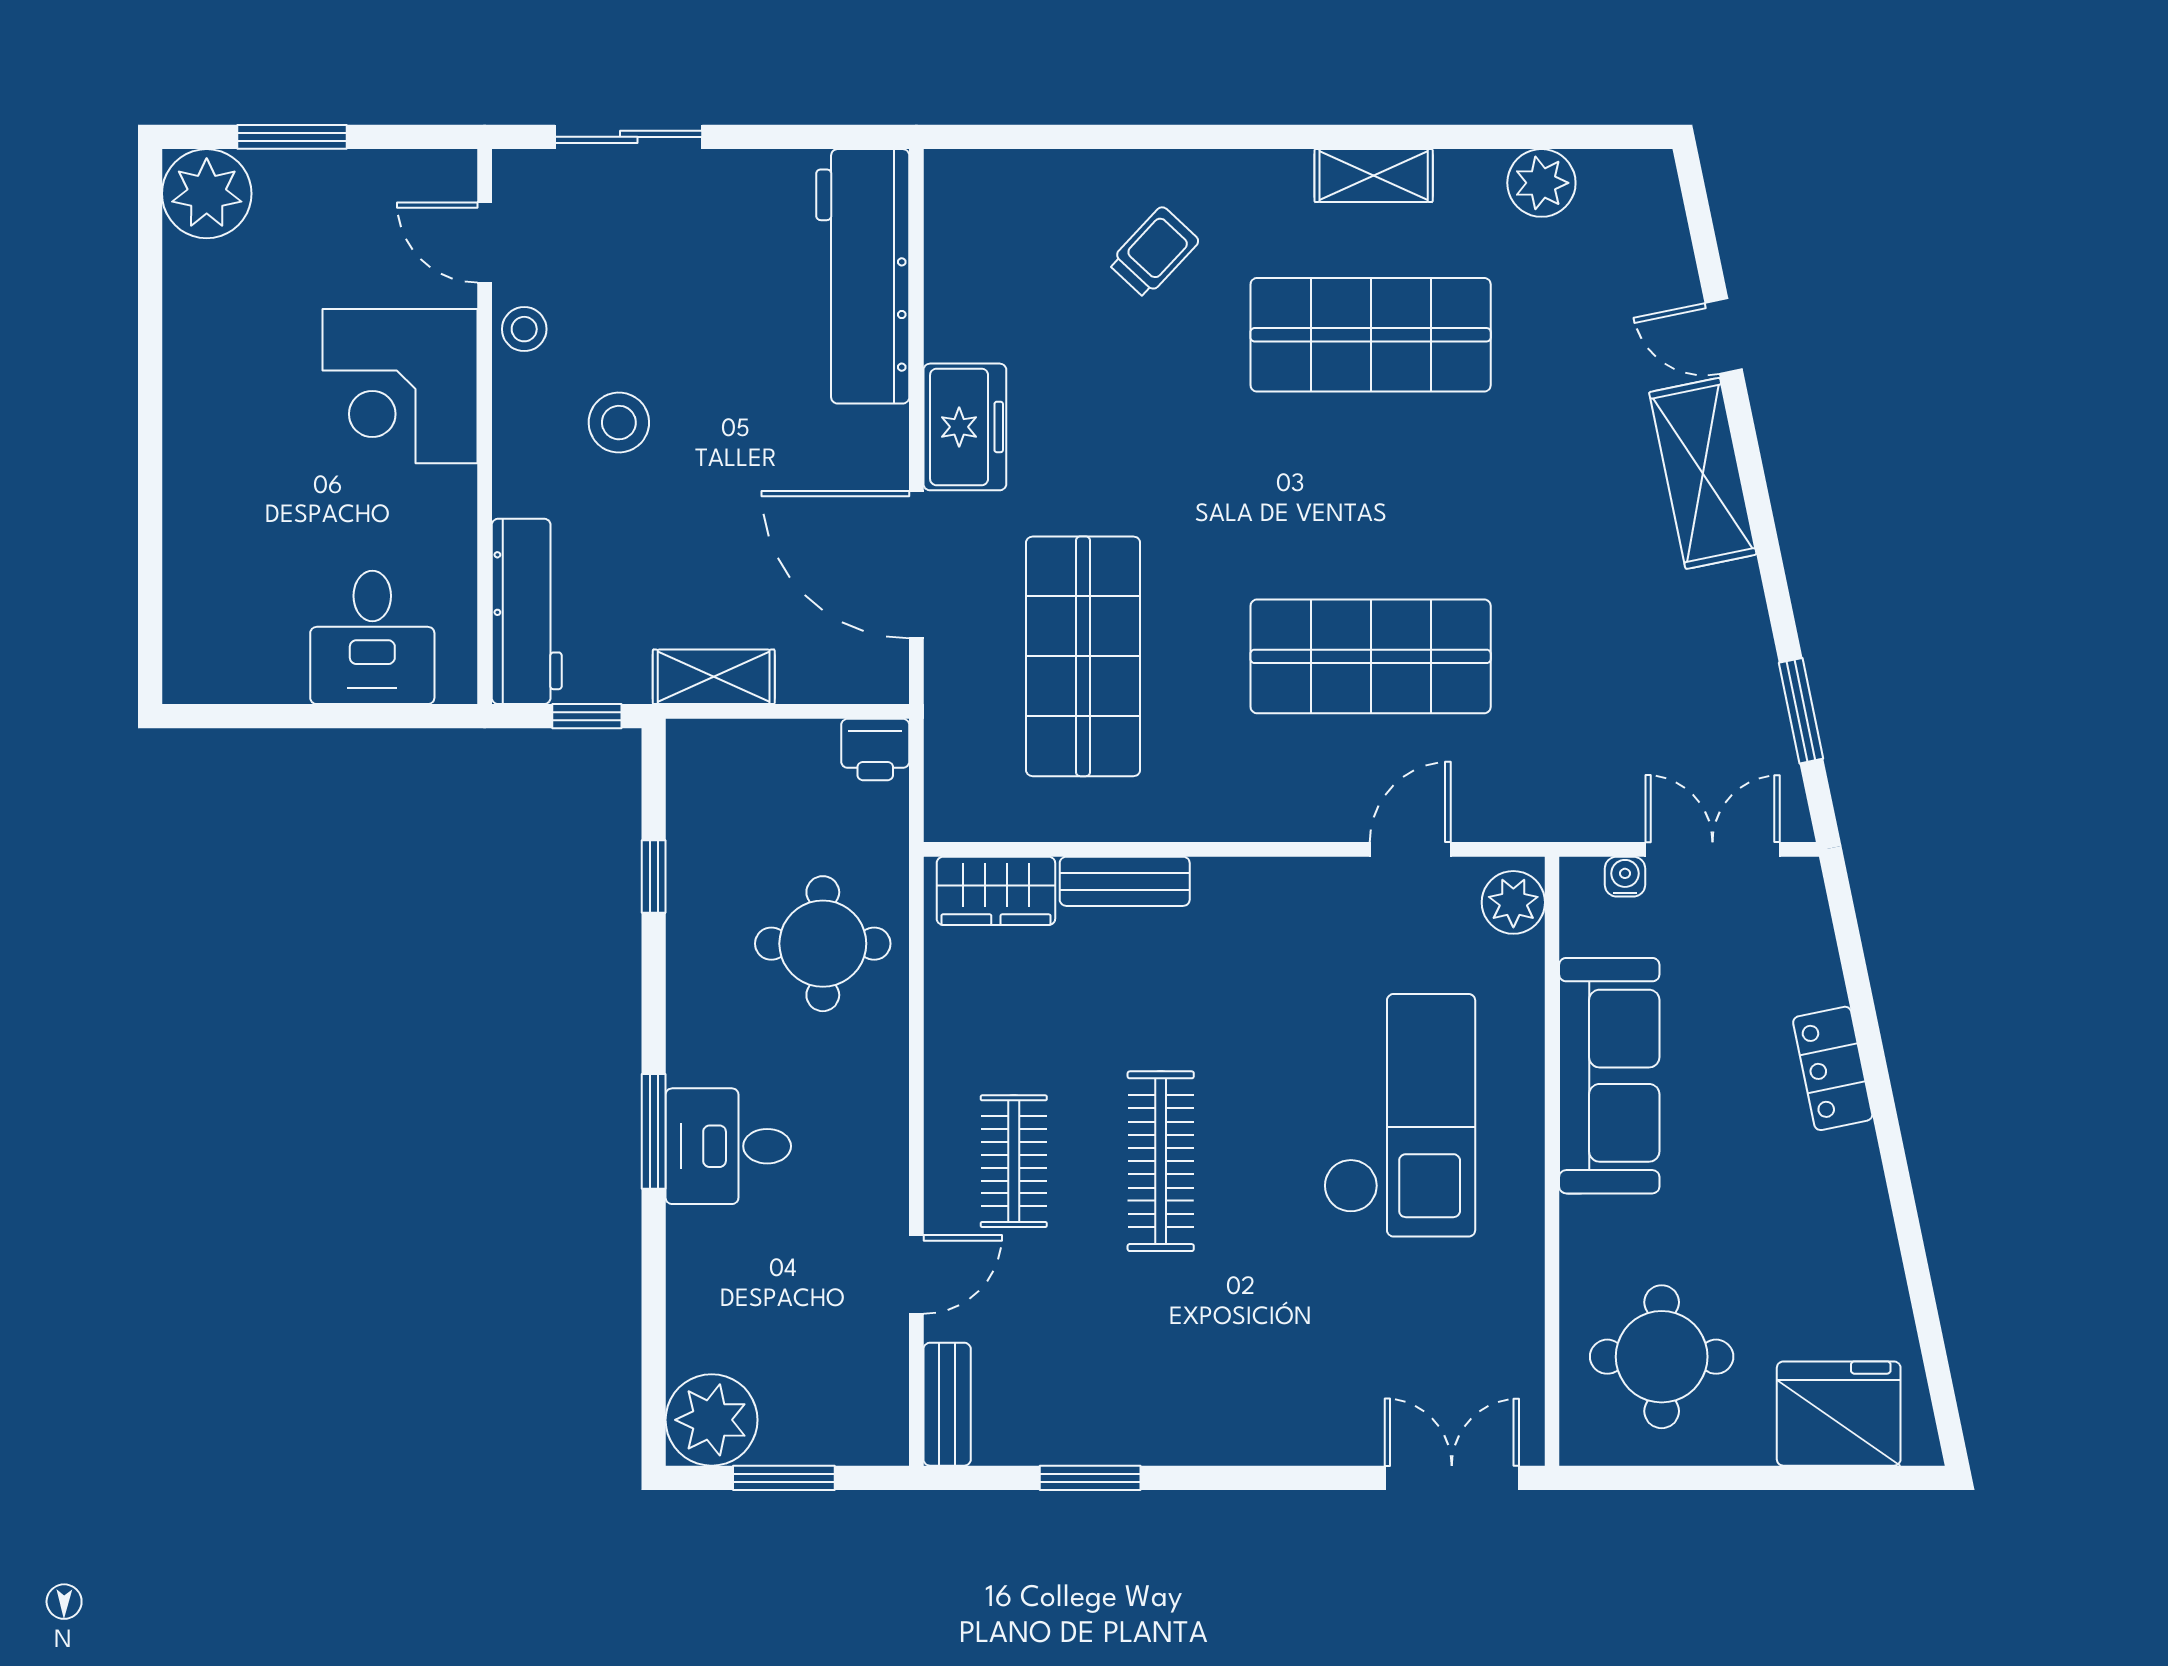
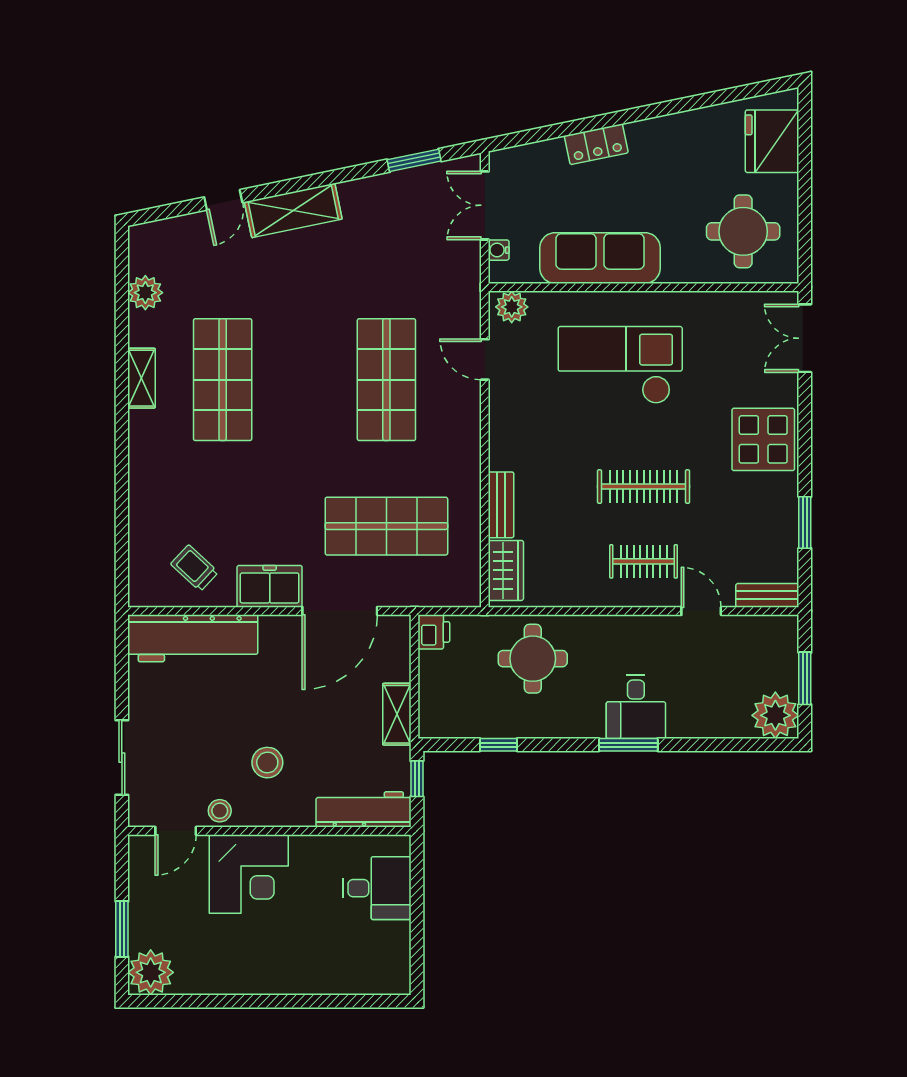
trolley: (1154, 252) -> (194, 568), moved
display table: (1253, 1396) -> (763, 439), added

